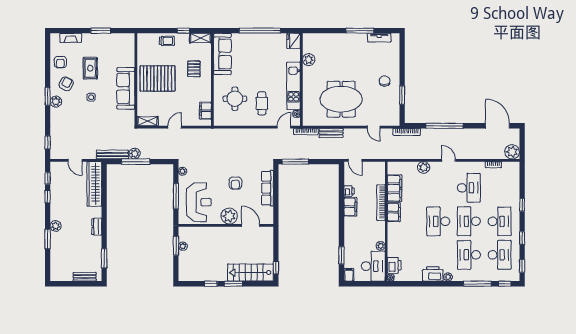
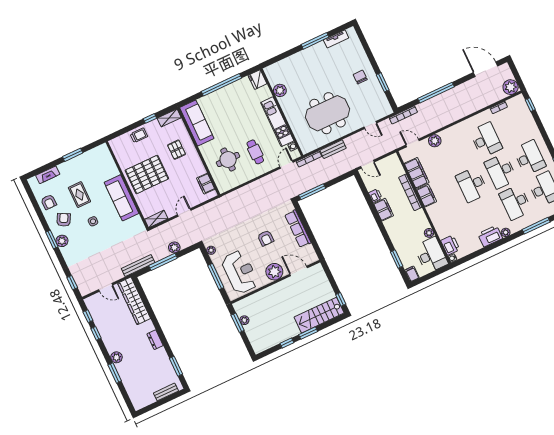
plant: (135, 154) -> (174, 247), moved
door: (449, 160) -> (413, 143), moved
window: (522, 205) -> (530, 105), moved

